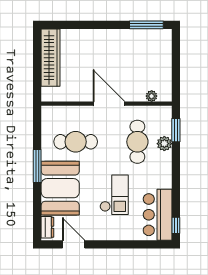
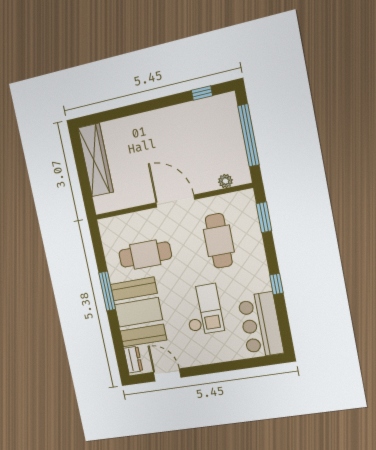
window: (146, 25) -> (202, 93), width x0.46
window: (176, 65) -> (248, 135), added
plant: (164, 144) -> (253, 237), removed
window: (176, 225) -> (276, 284), moved

